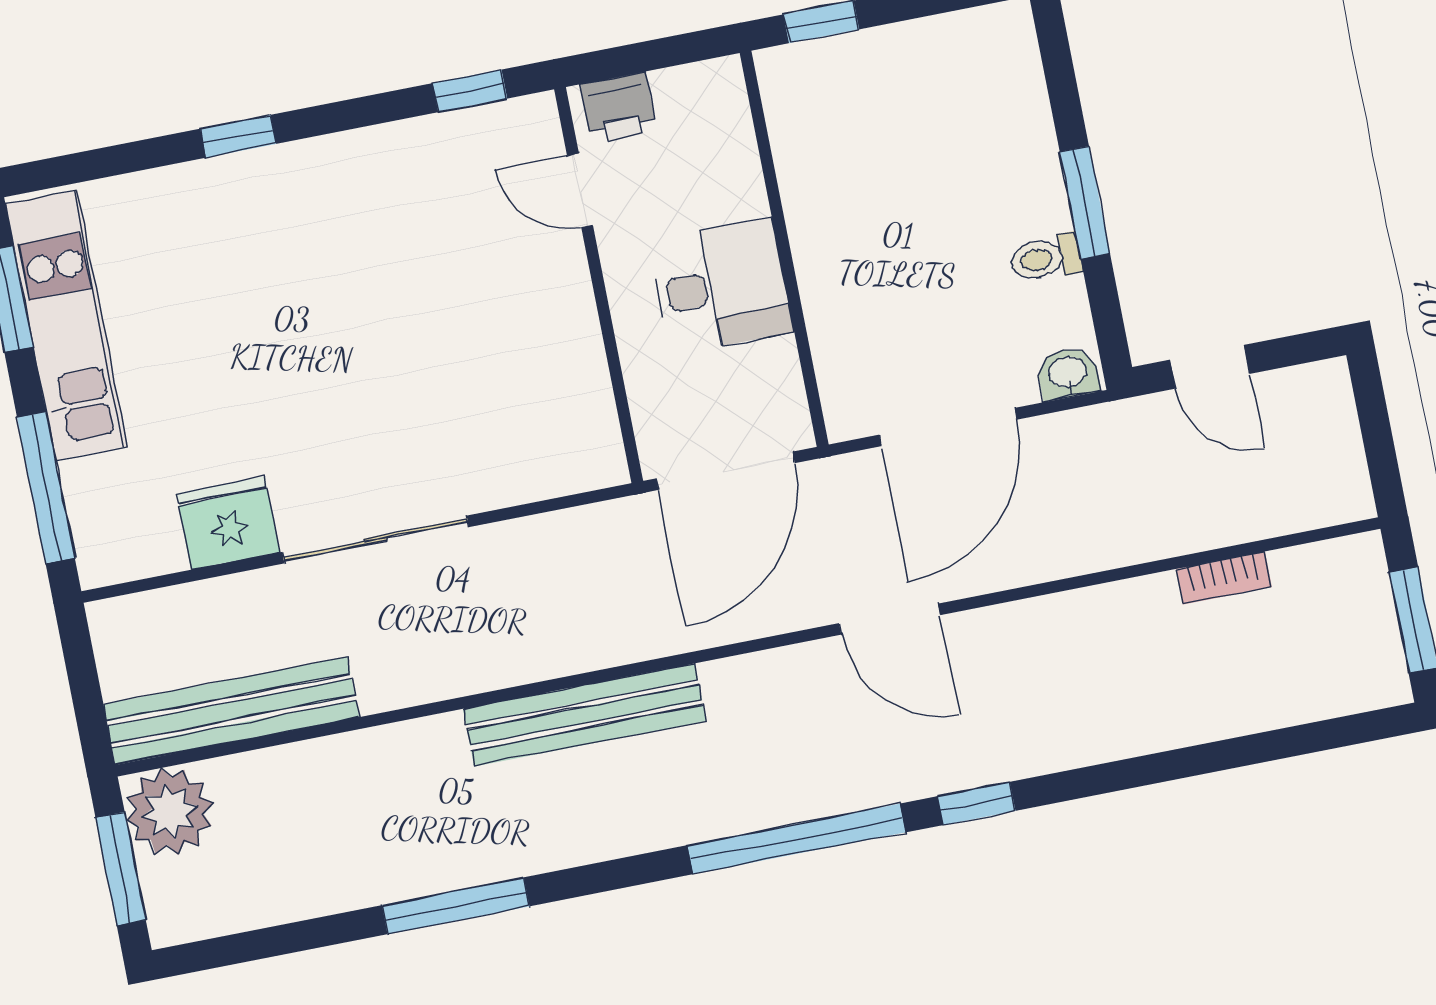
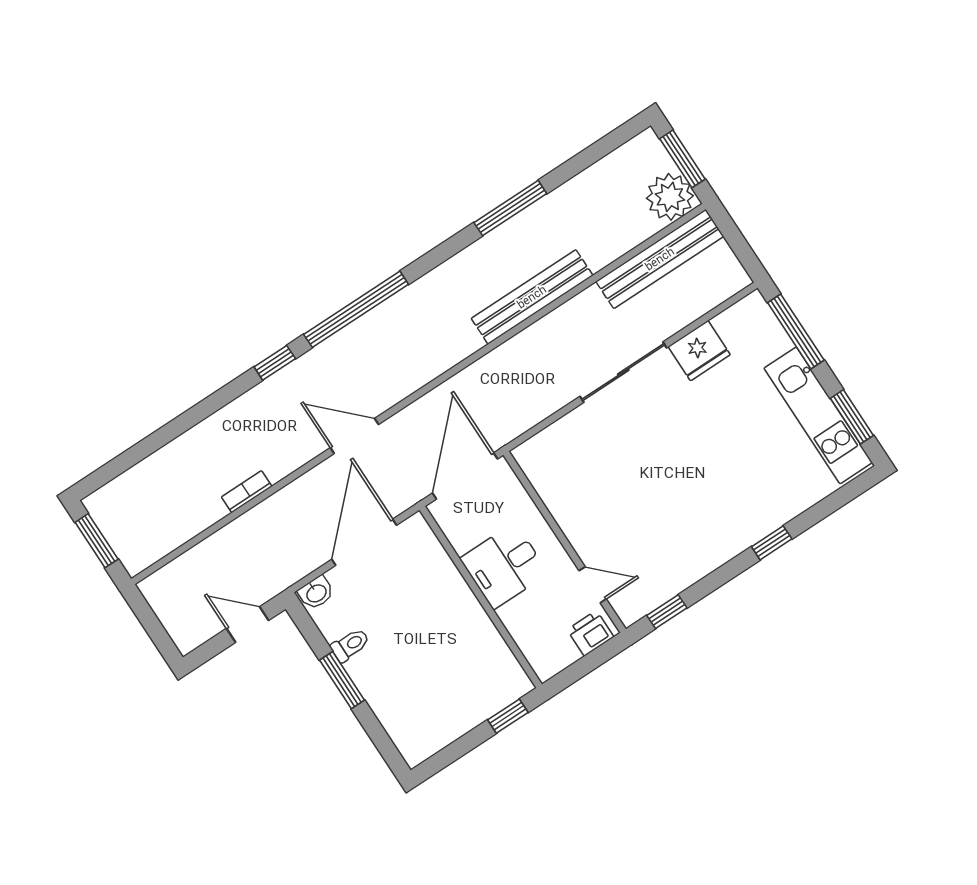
bookcase: (1224, 578) -> (247, 492), moved
bench: (584, 715) -> (532, 297), moved

